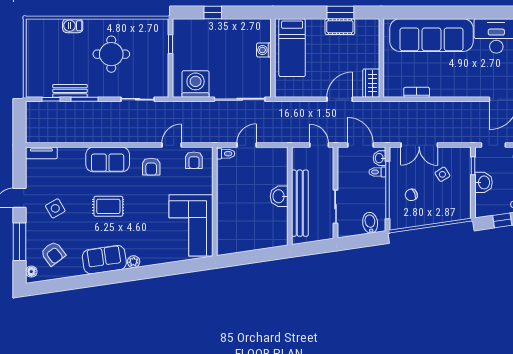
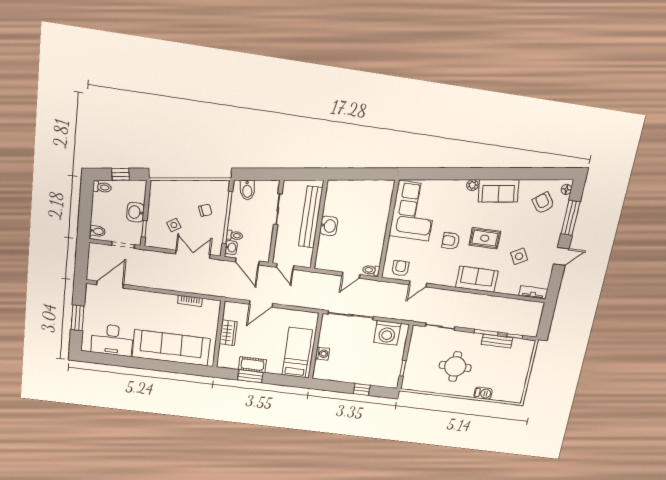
wardrobe: (371, 83) -> (228, 333), moved
armchair: (151, 167) -> (451, 241), moved, turned -90
side table: (55, 208) -> (519, 256), moved

